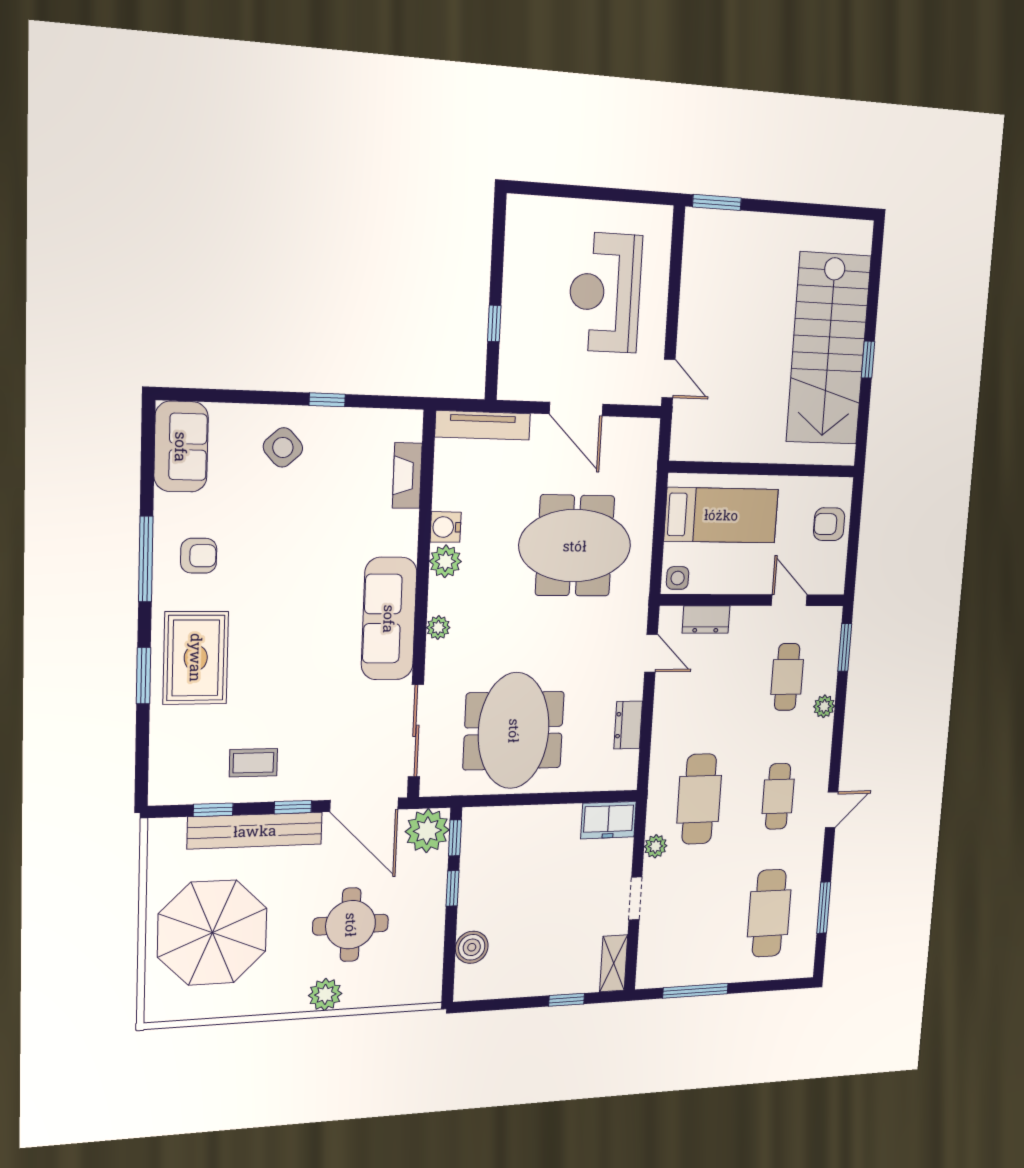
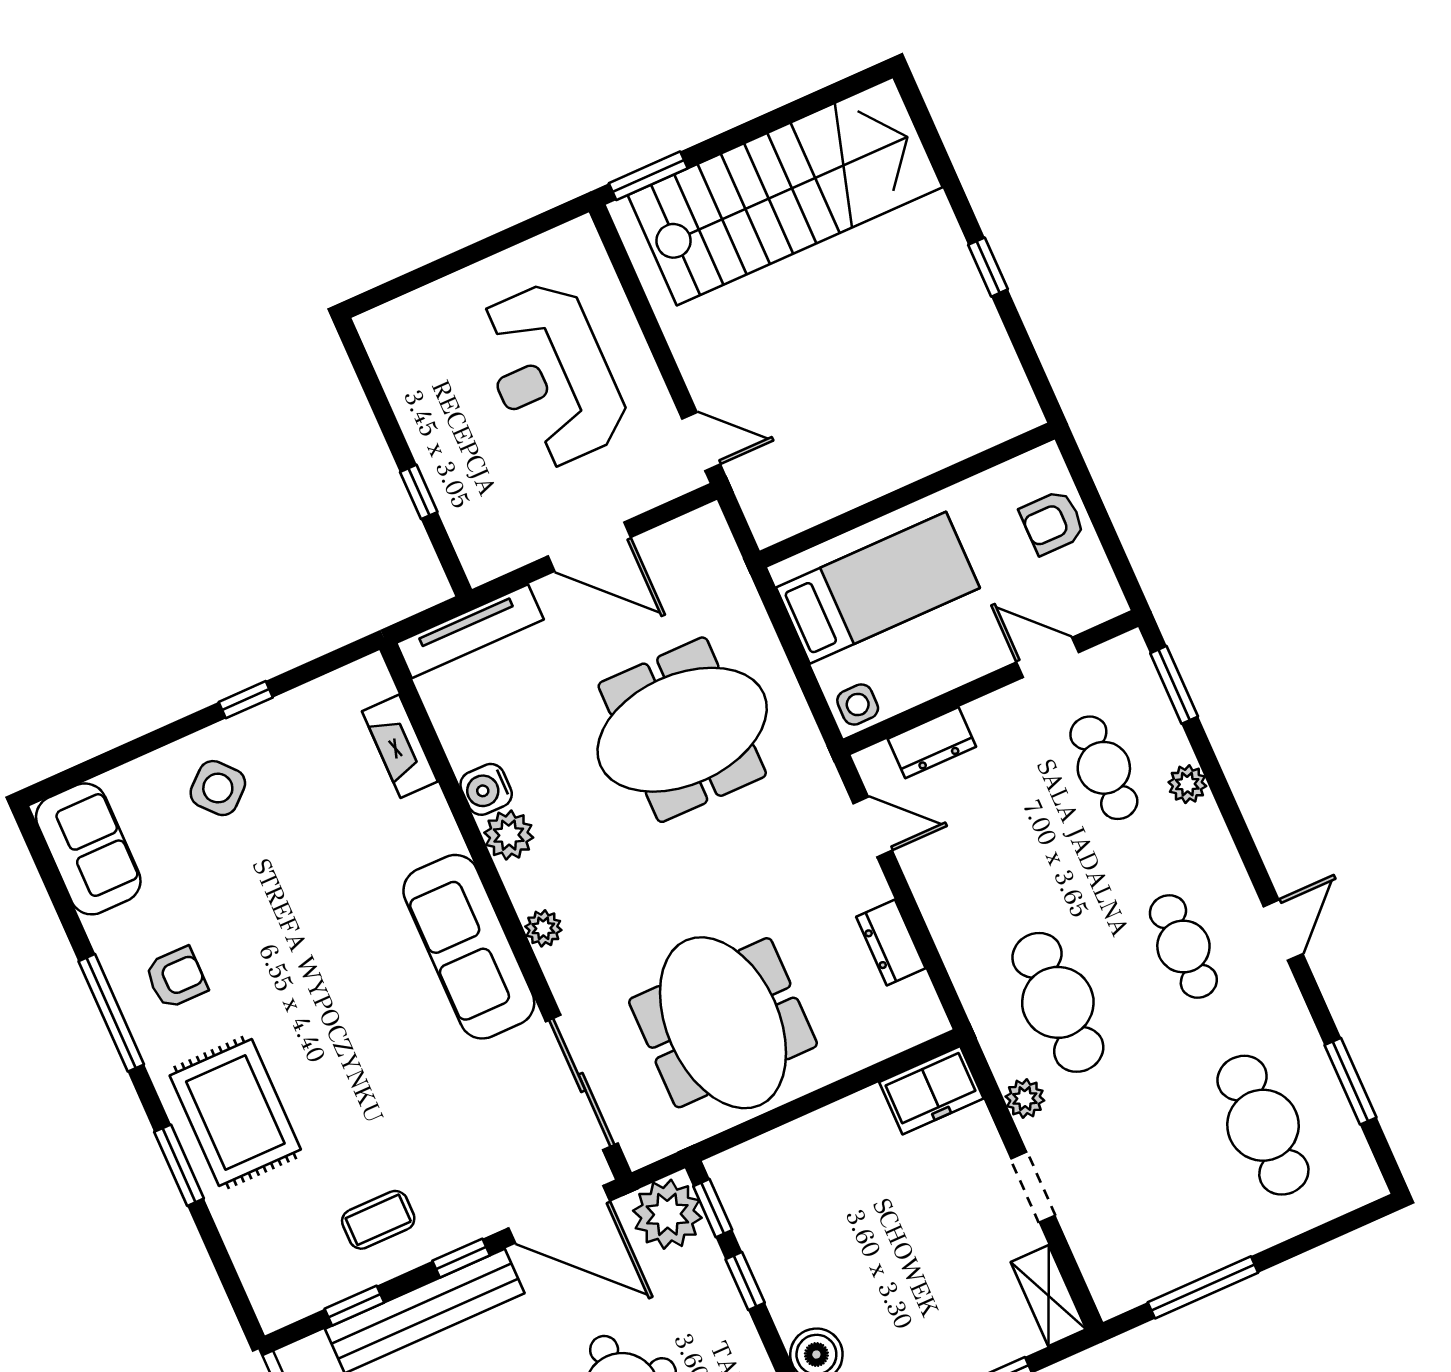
stairs: (829, 349) -> (785, 191), moved, turned -90

